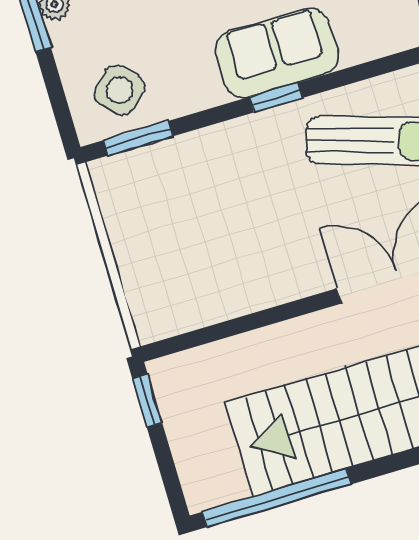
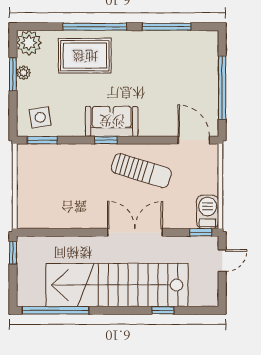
side table: (119, 90) -> (40, 117), turned 35

